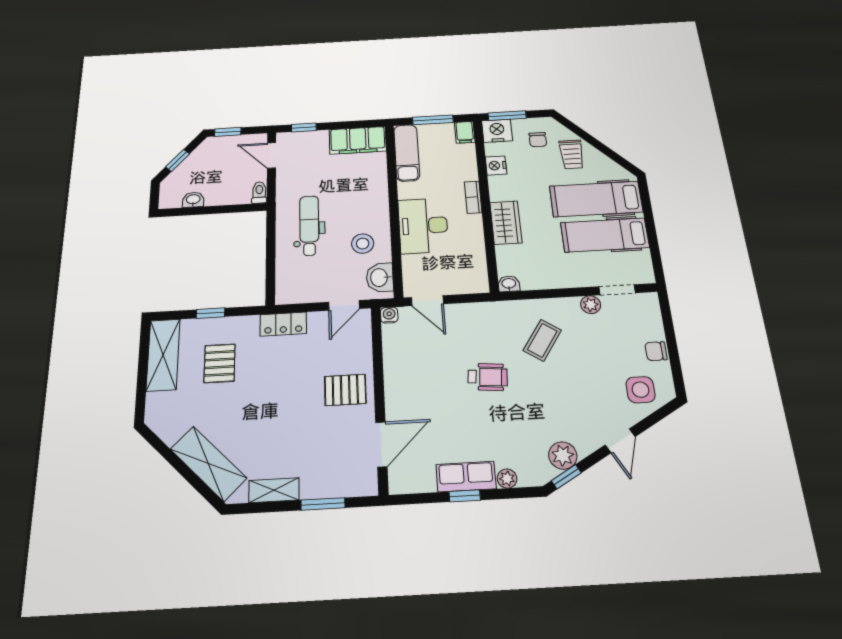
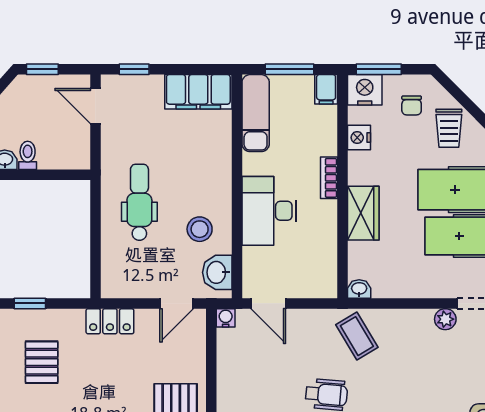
toilet: (259, 193) -> (28, 155), moved
coffee table: (542, 340) -> (357, 336), moved, turned -65

